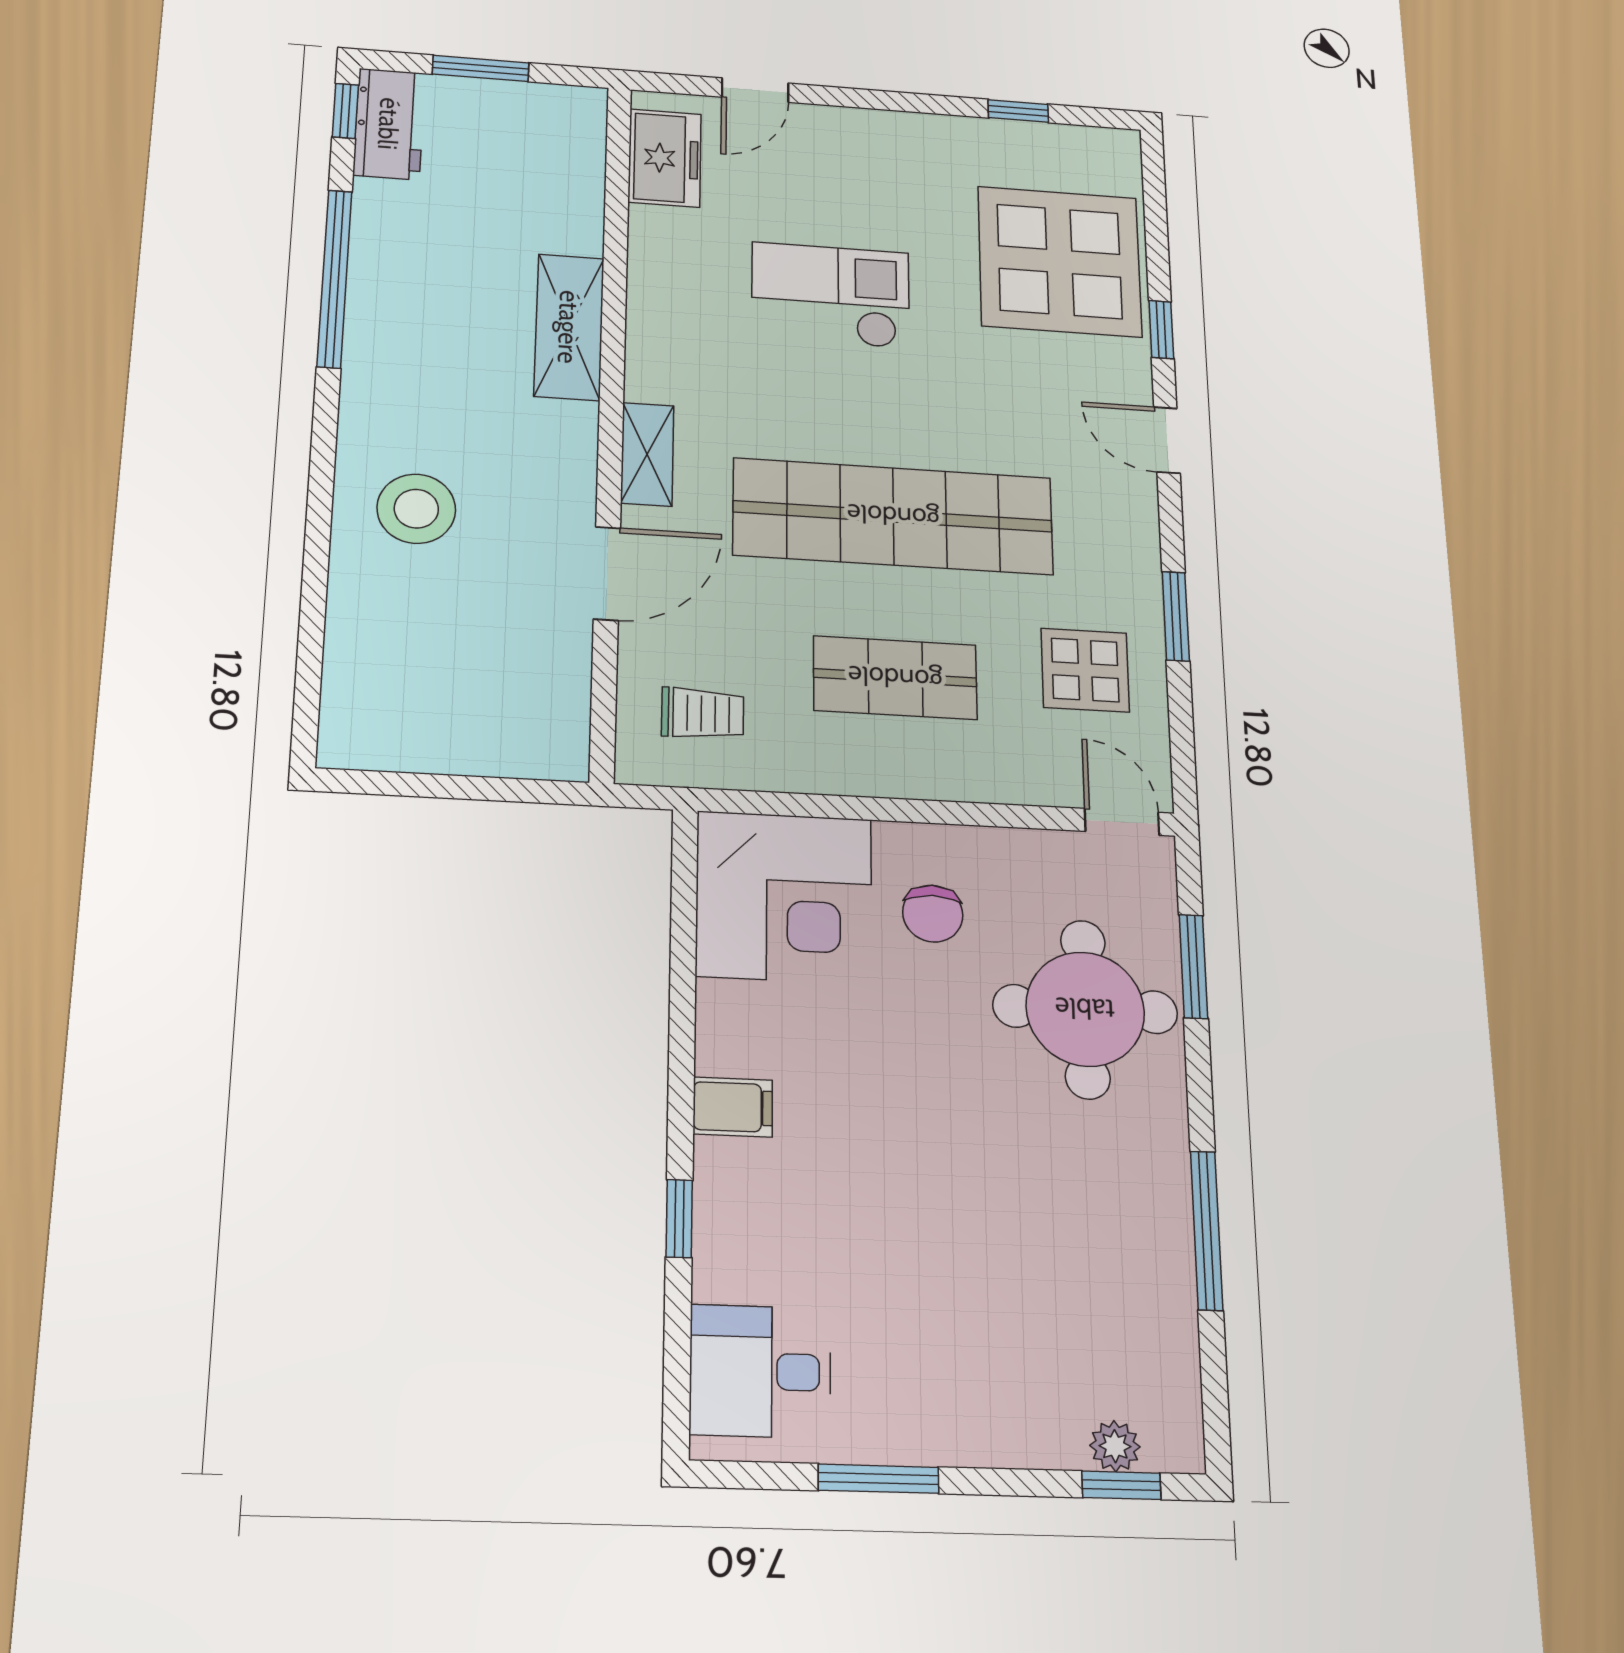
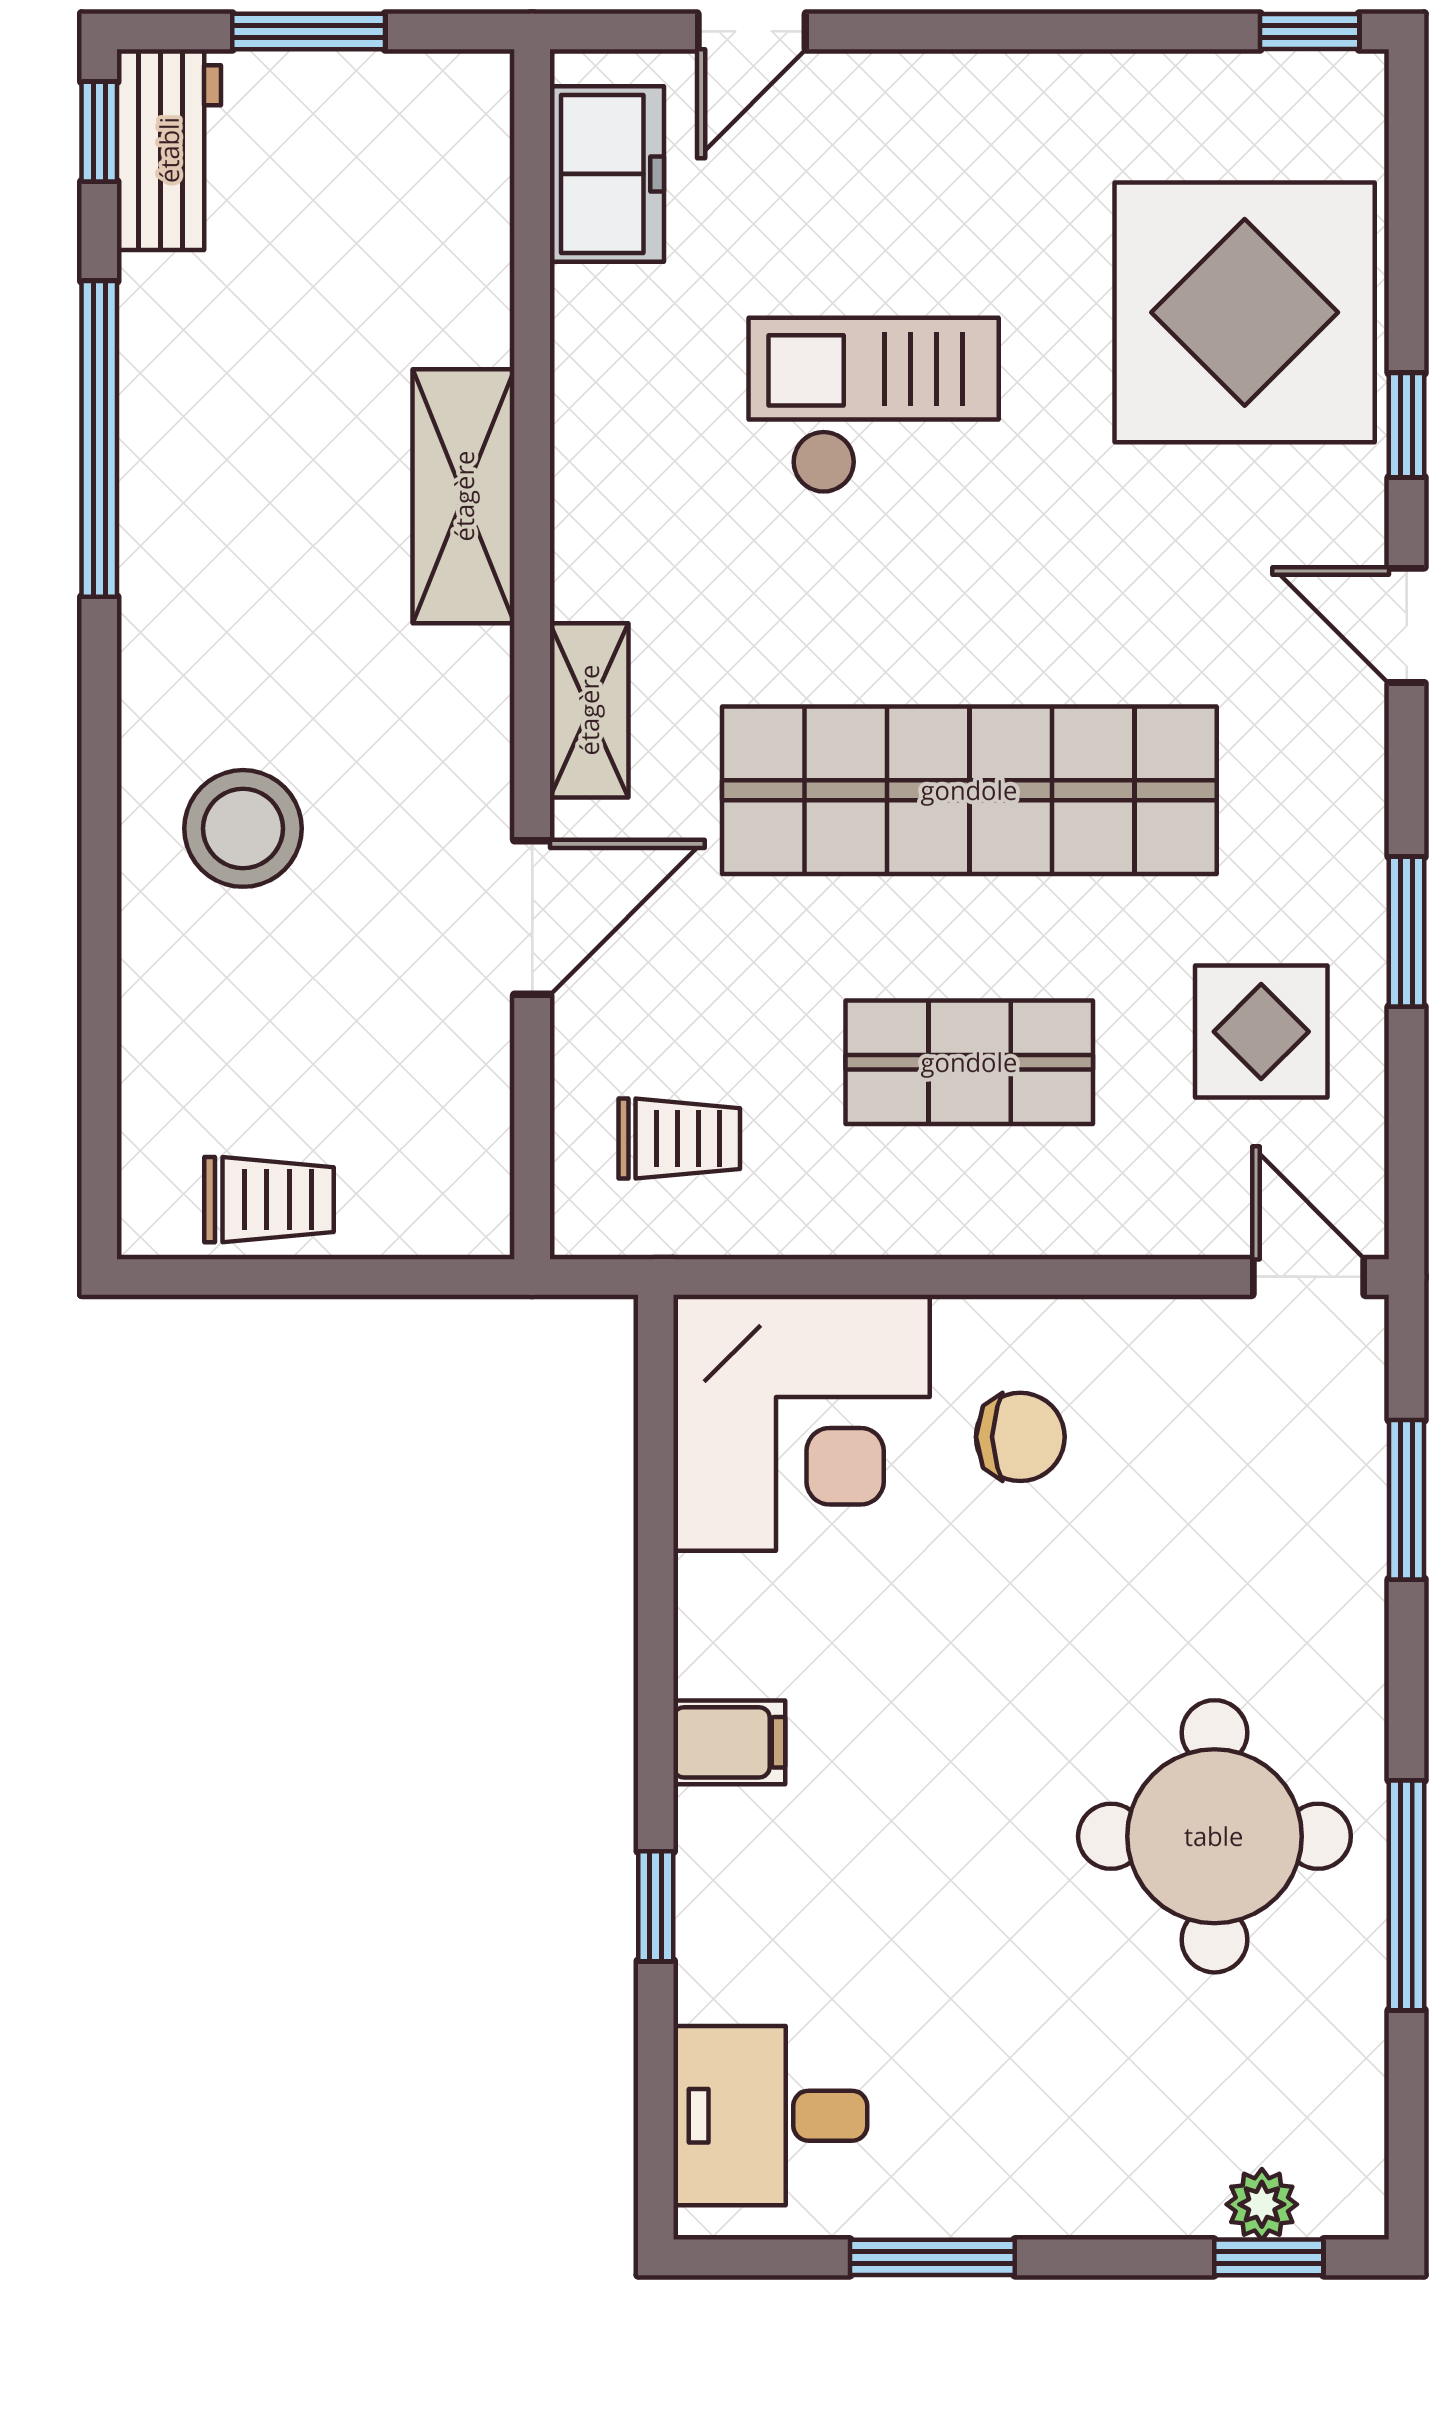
window: (1018, 111) -> (1310, 31), moved
trolley: (422, 736) -> (269, 1200), added
chair: (933, 914) -> (1020, 1437), turned -90
round table: (1085, 1009) -> (1214, 1836), moved

